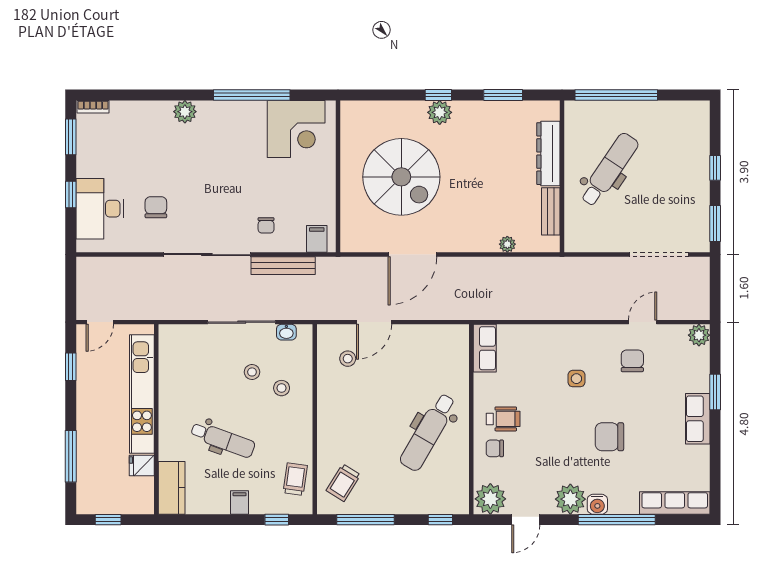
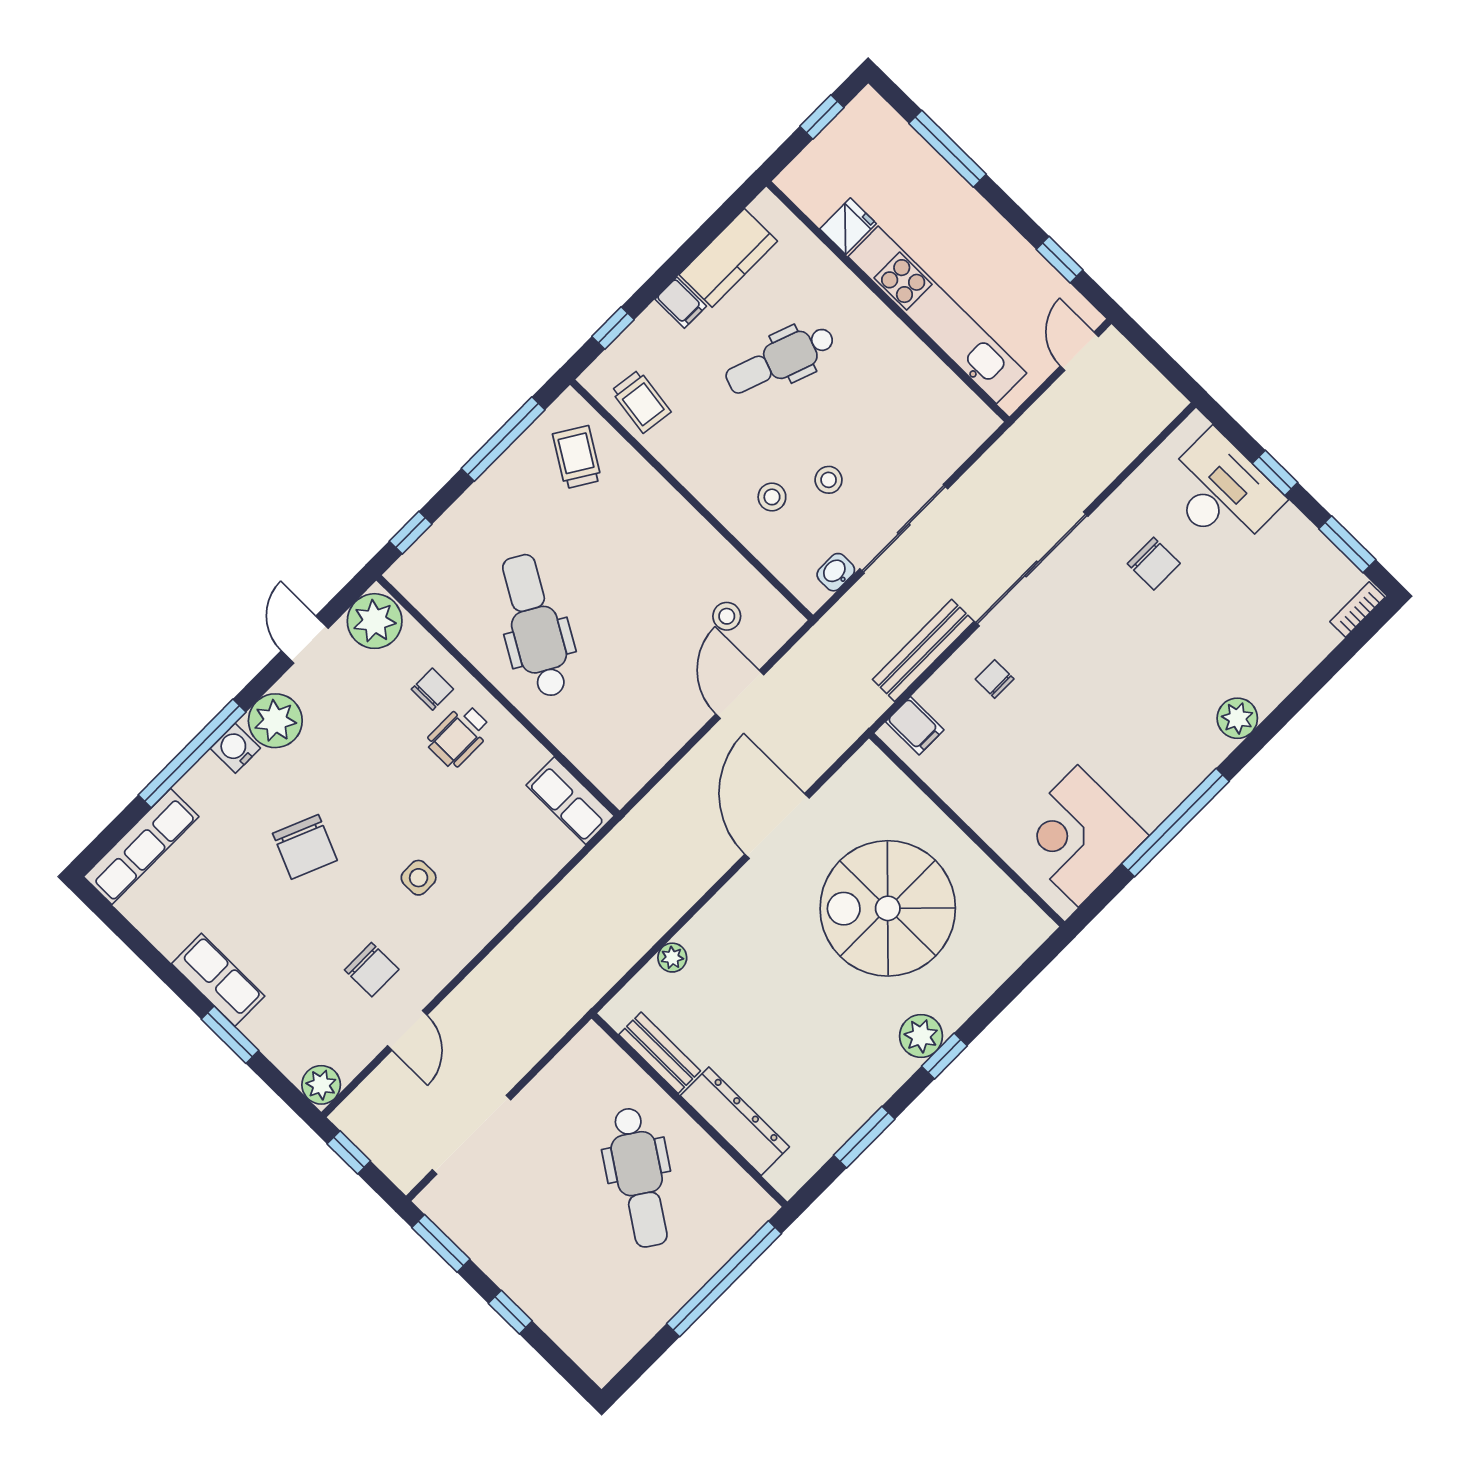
window: (715, 297) -> (349, 1152), added
chair: (609, 437) -> (305, 847), turned 113
kitchen counter: (172, 488) -> (728, 258), moved, turned -90

